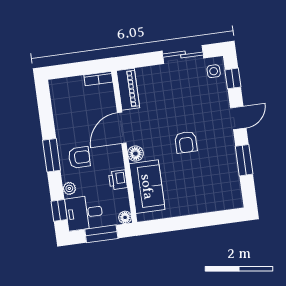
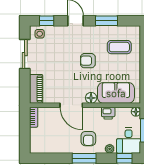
piano: (128, 89) -> (36, 89), moved, turned 90
armchair: (186, 142) -> (88, 61), turned 180
armchair: (79, 157) -> (88, 139), turned 180
coffee table: (210, 183) -> (119, 47), added

